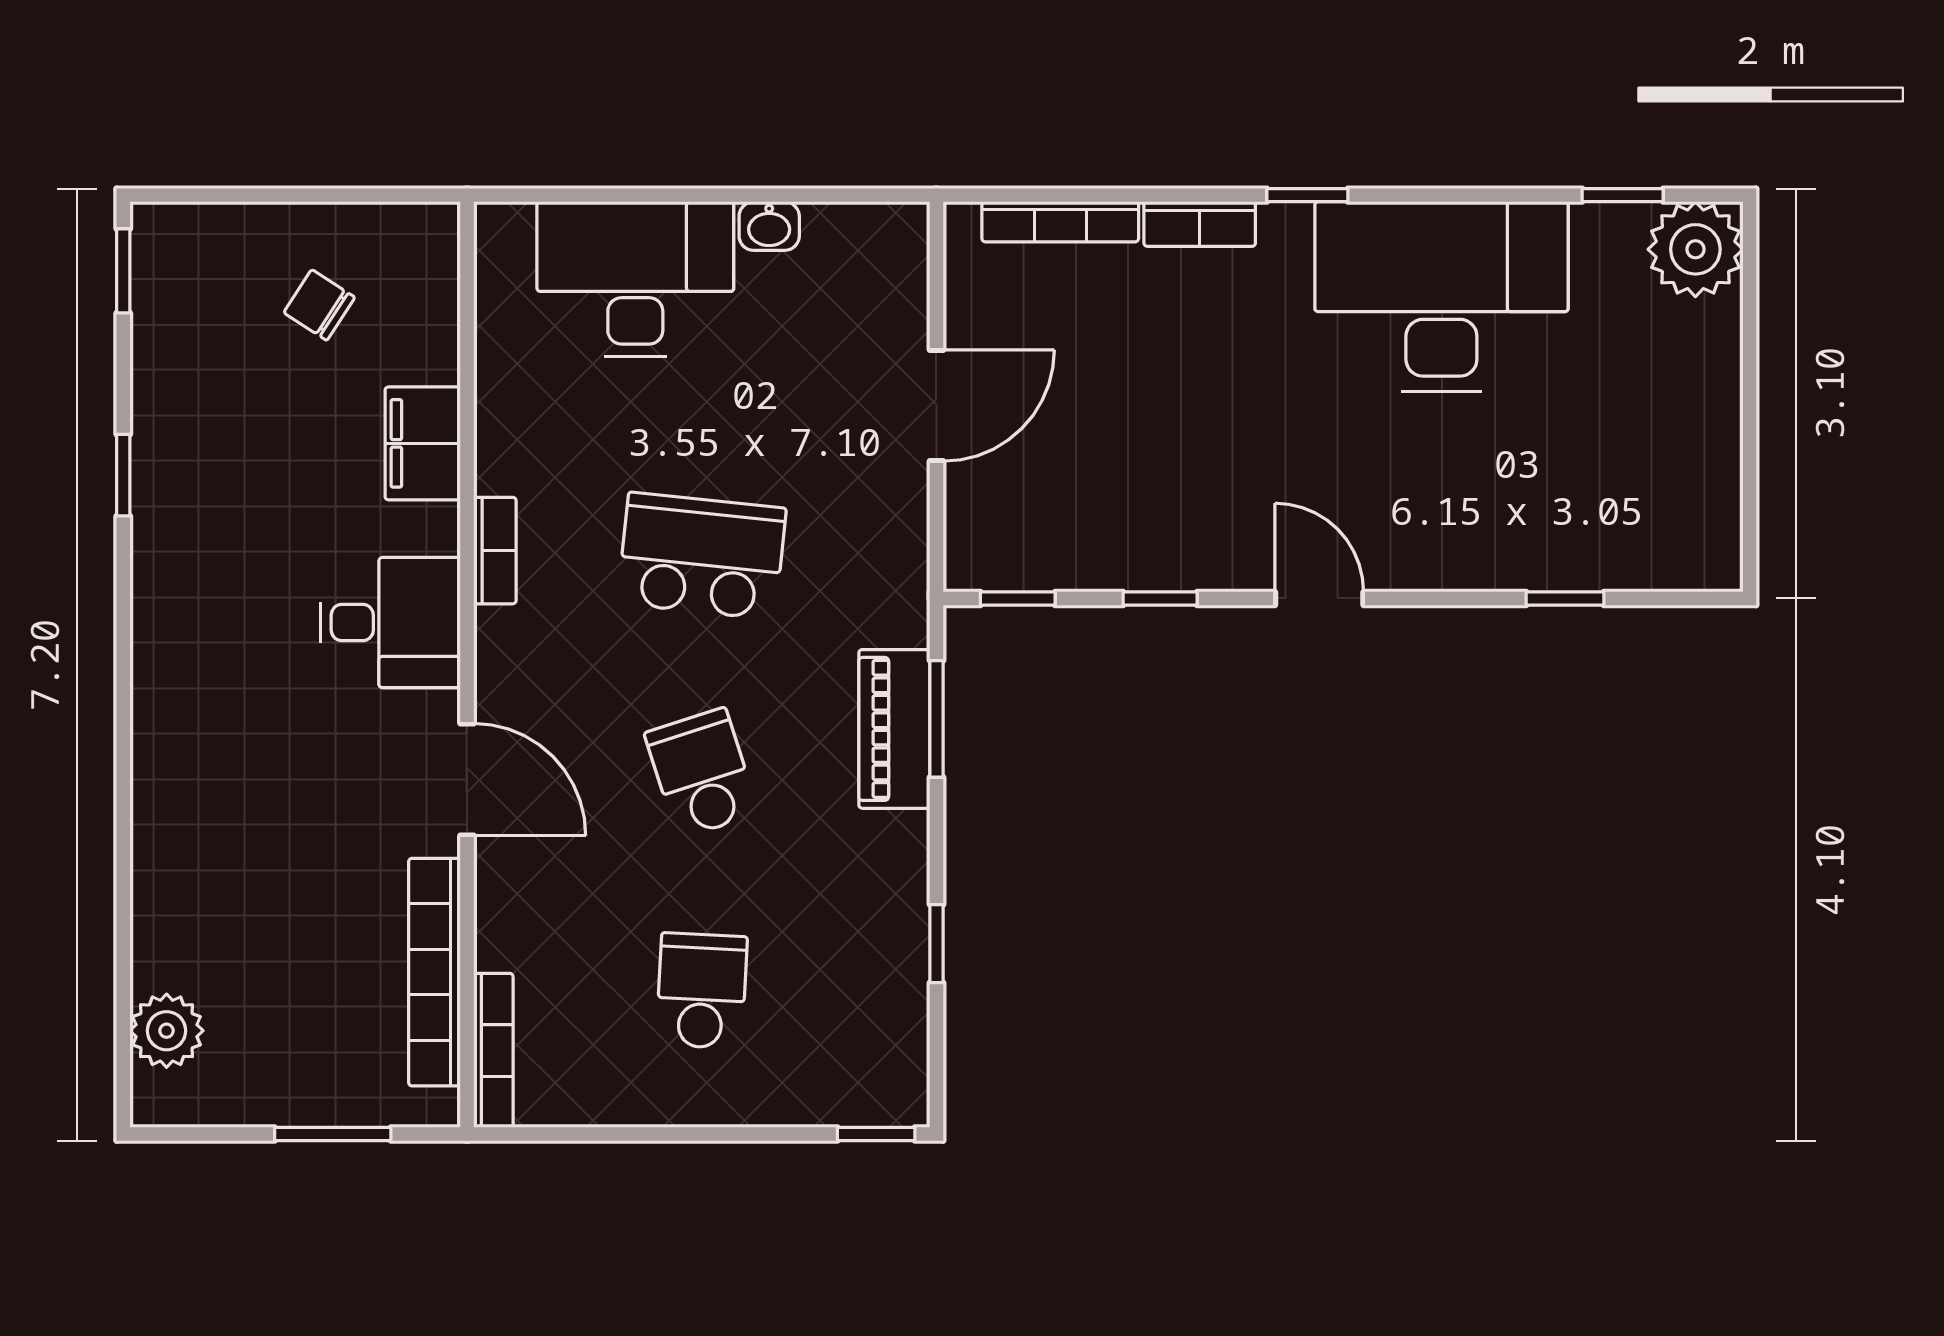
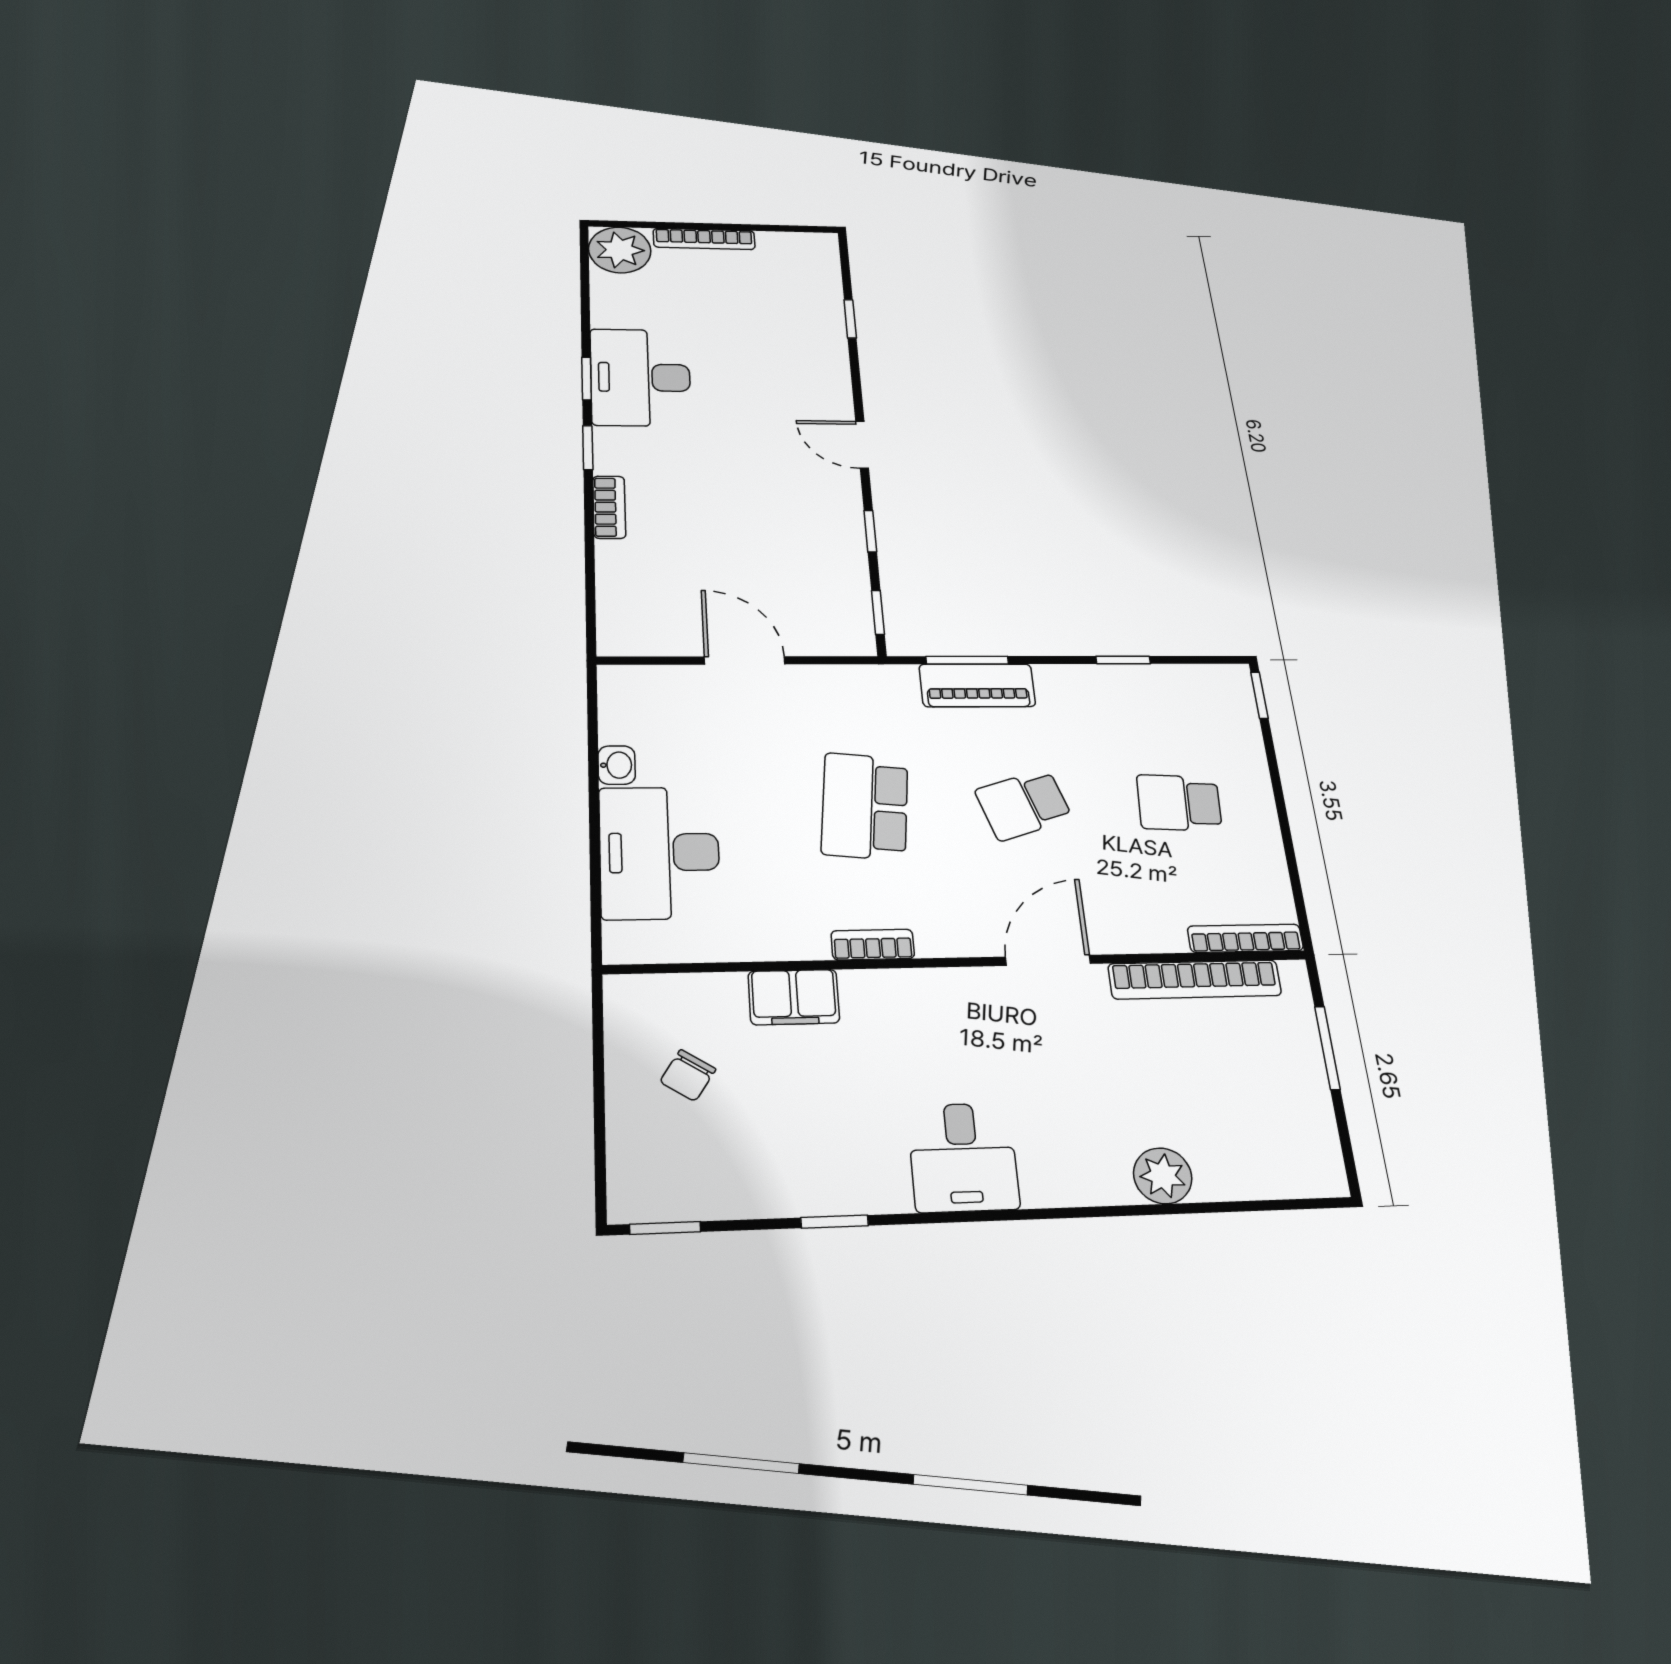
window: (1623, 195) -> (587, 379), moved
bookcase: (1060, 222) -> (704, 239), moved, turned 90
desk: (1441, 297) -> (640, 377), width x0.73, depth x0.77
door: (1319, 598) -> (862, 445), hinge flipped
desk: (390, 623) -> (963, 1157), moved, turned 180
plant: (167, 1031) -> (1163, 1176), moved

